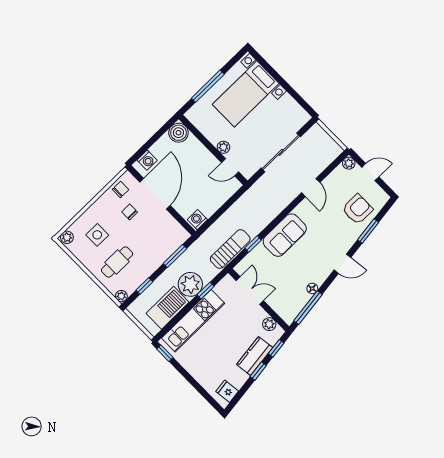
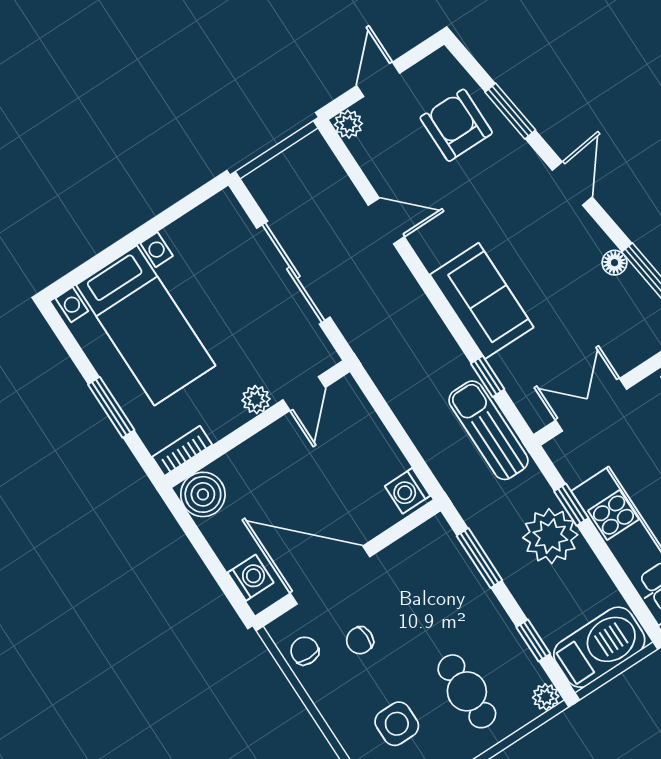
window: (208, 86) -> (111, 407), width x0.69
bookcase: (195, 120) -> (182, 451), added
barbecue: (168, 308) -> (599, 647), moved, turned 90

